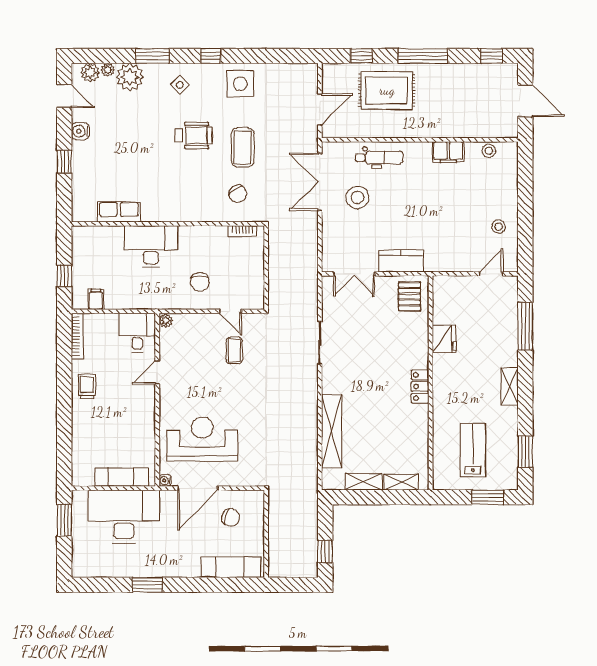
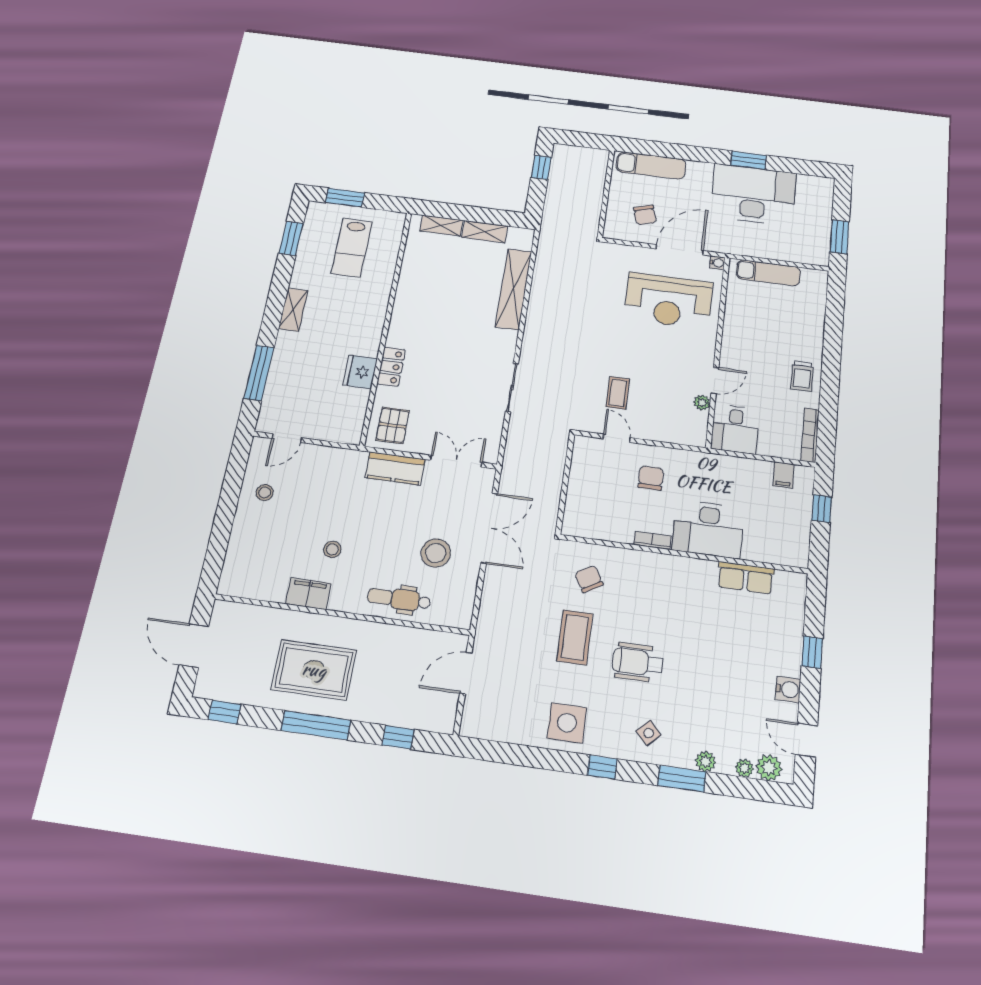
plant: (130, 77) -> (706, 761), width x0.53, depth x0.53
rug: (387, 90) -> (314, 670), moved
stool: (489, 151) -> (332, 549), moved
double door: (320, 182) -> (489, 528), moved
bookcase: (242, 231) -> (652, 540), moved
plant: (166, 321) -> (702, 403), moved
locker: (420, 387) -> (391, 367), moved
desk: (124, 517) -> (753, 195), moved, turned 180
chair: (231, 517) -> (645, 215), turned -122

